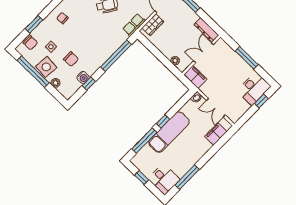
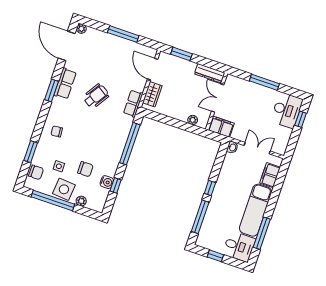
double door: (216, 108) -> (257, 148), swing flipped
exam couch: (169, 132) -> (256, 210), moved, turned 180

